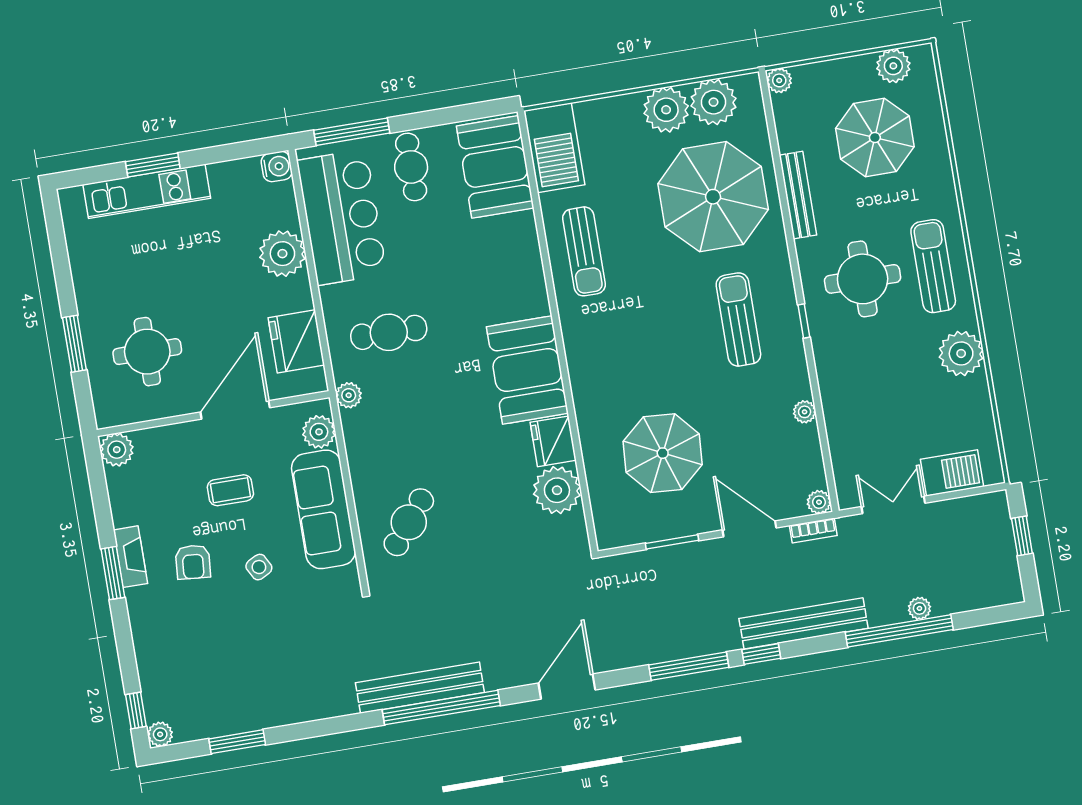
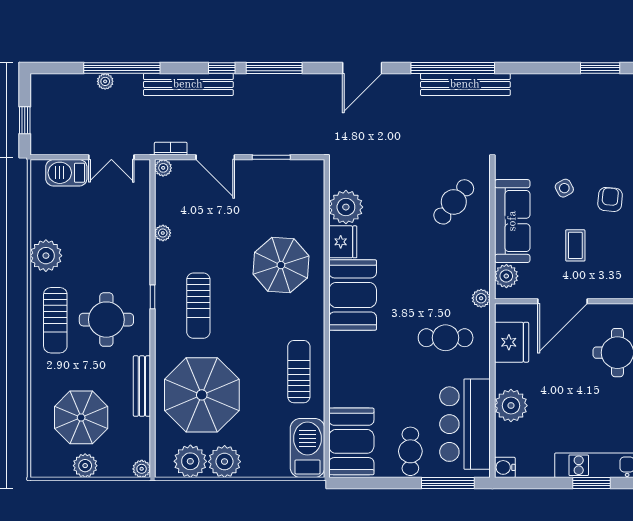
plant: (893, 66) -> (85, 466), moved
parasol: (663, 453) -> (281, 265), moved
coffee table: (230, 490) -> (575, 245), turned 90

